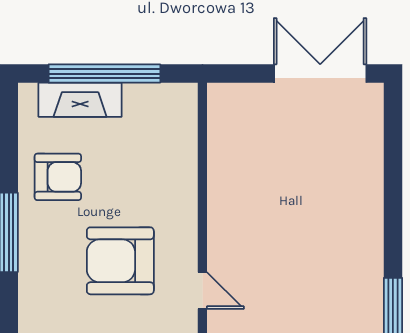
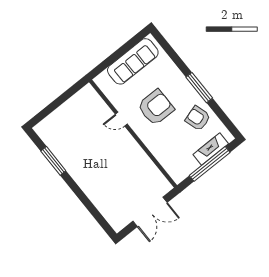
double door: (320, 74) -> (150, 212), moved
armchair: (58, 177) -> (198, 118), turned 73

